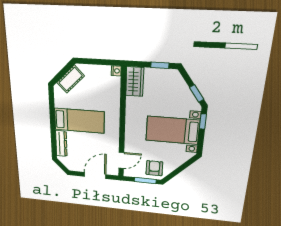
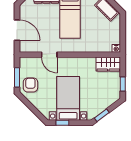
window: (203, 122) -> (62, 123), moved
door: (121, 160) -> (49, 55), moved
armchair: (154, 168) -> (30, 85), turned -90

